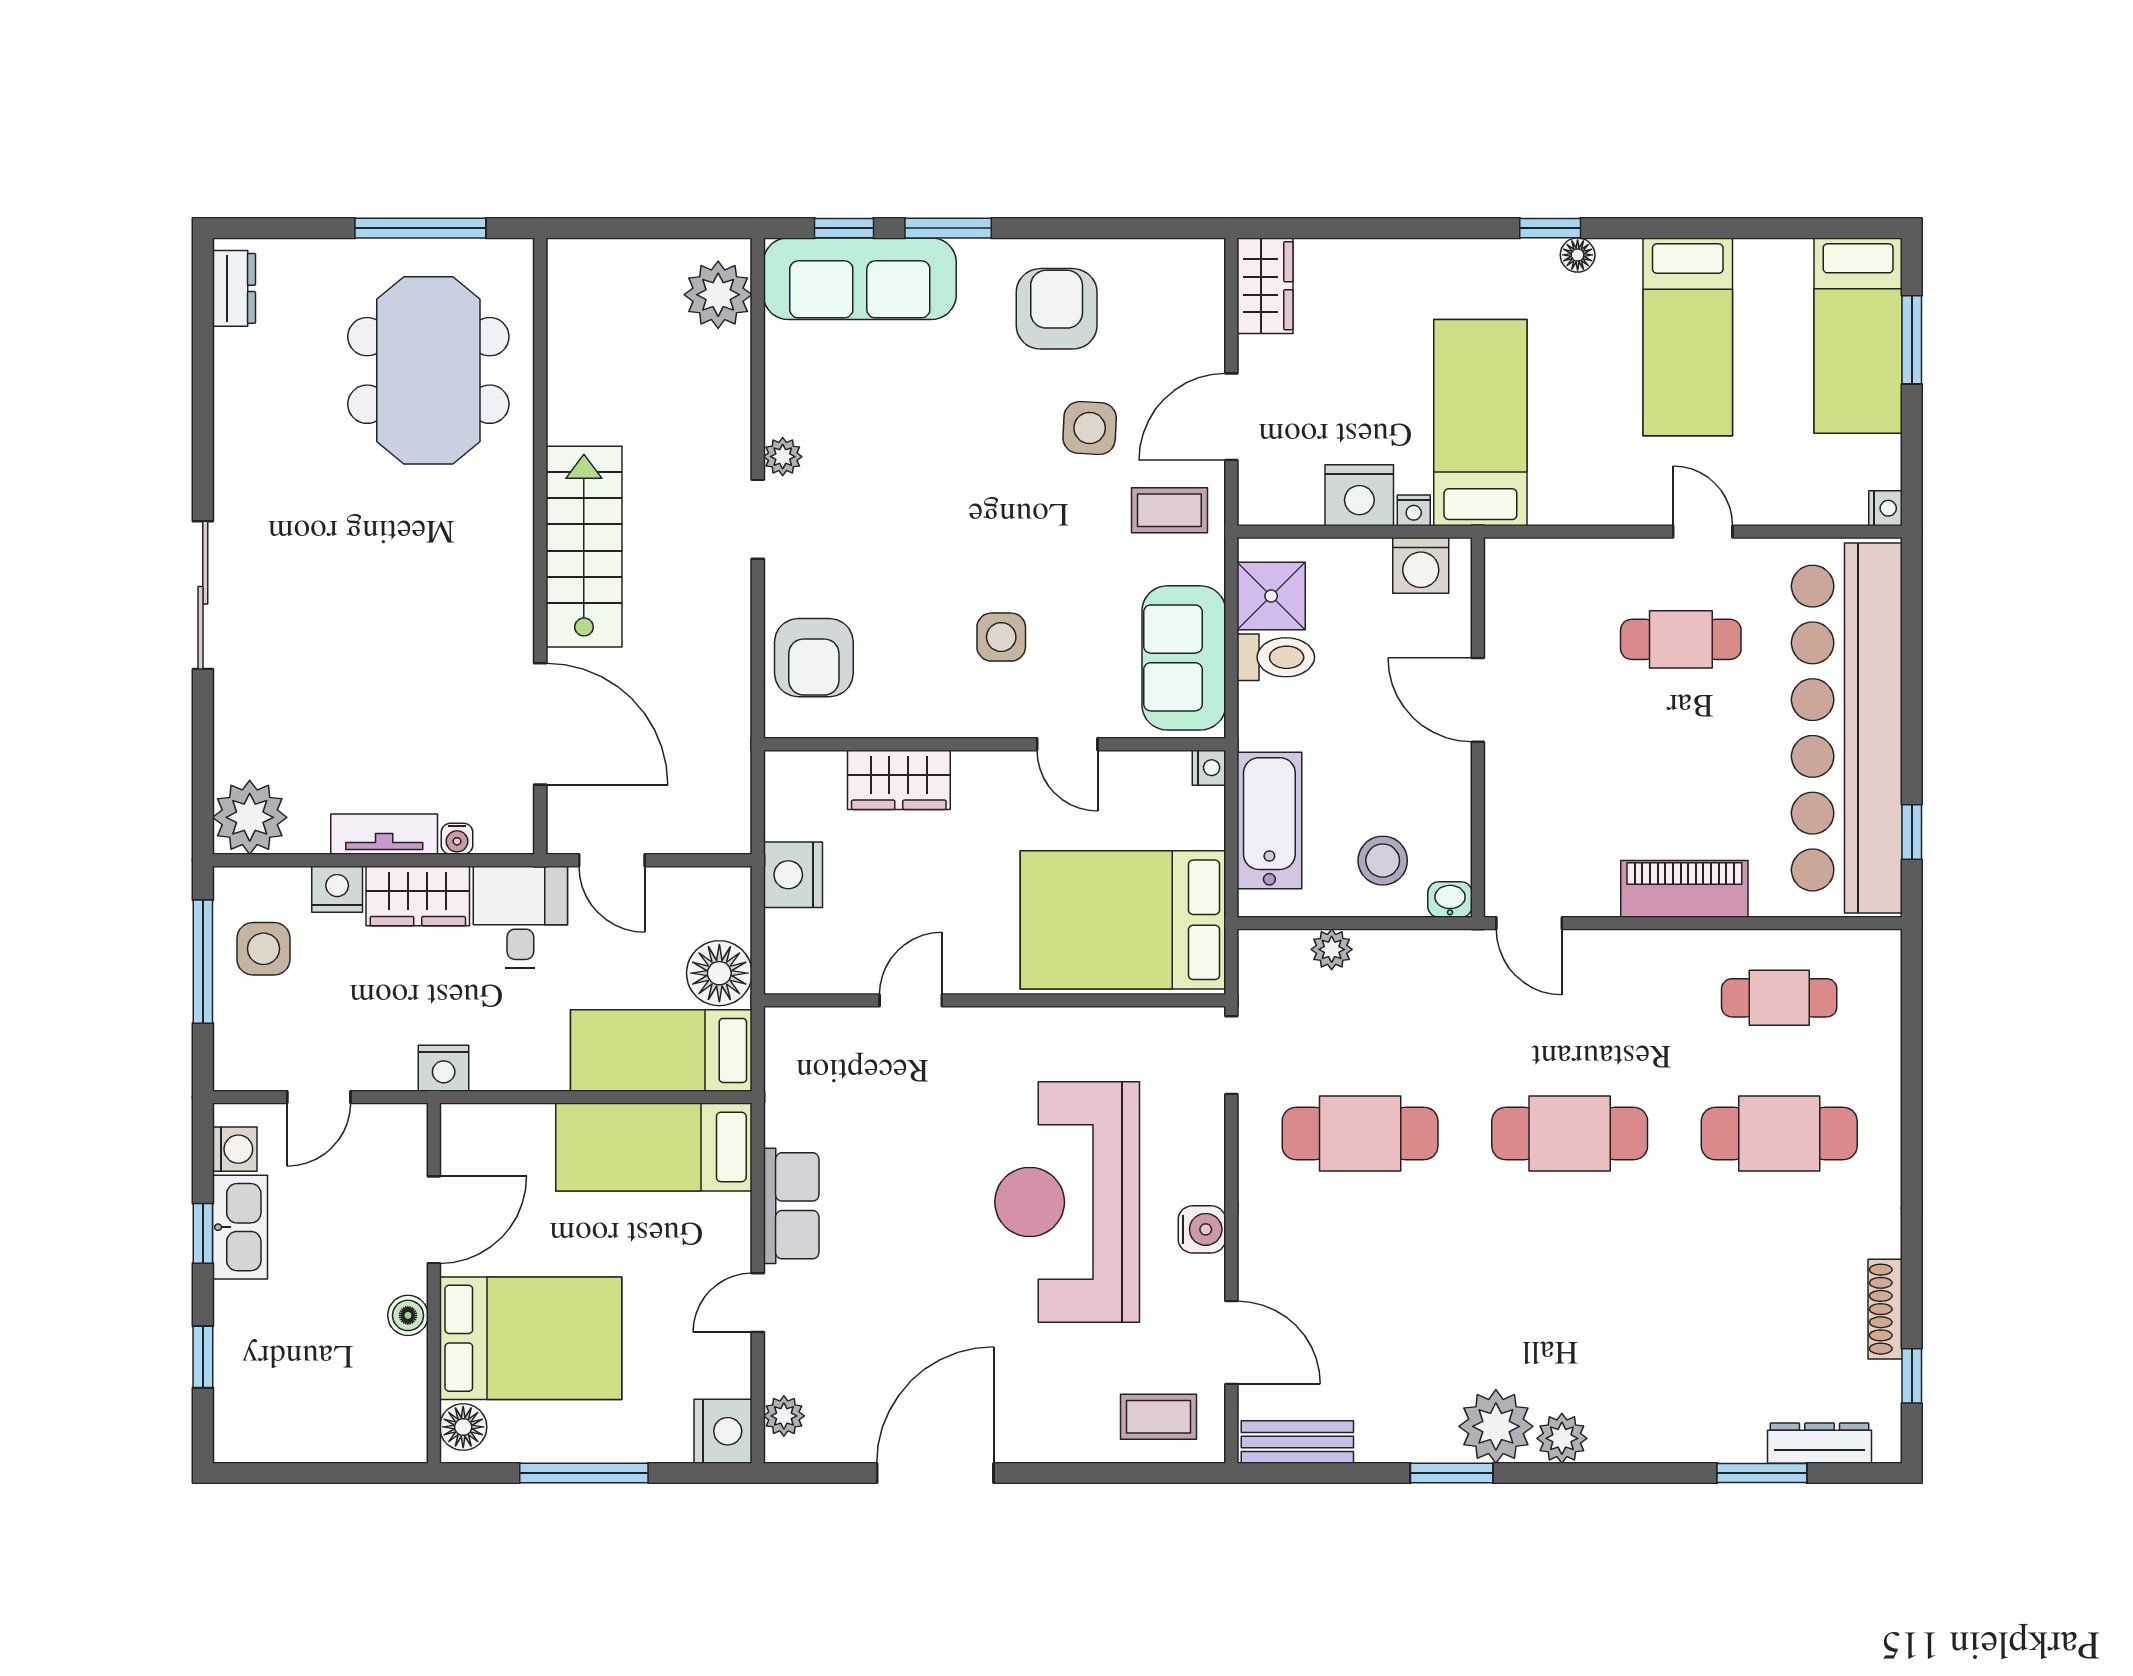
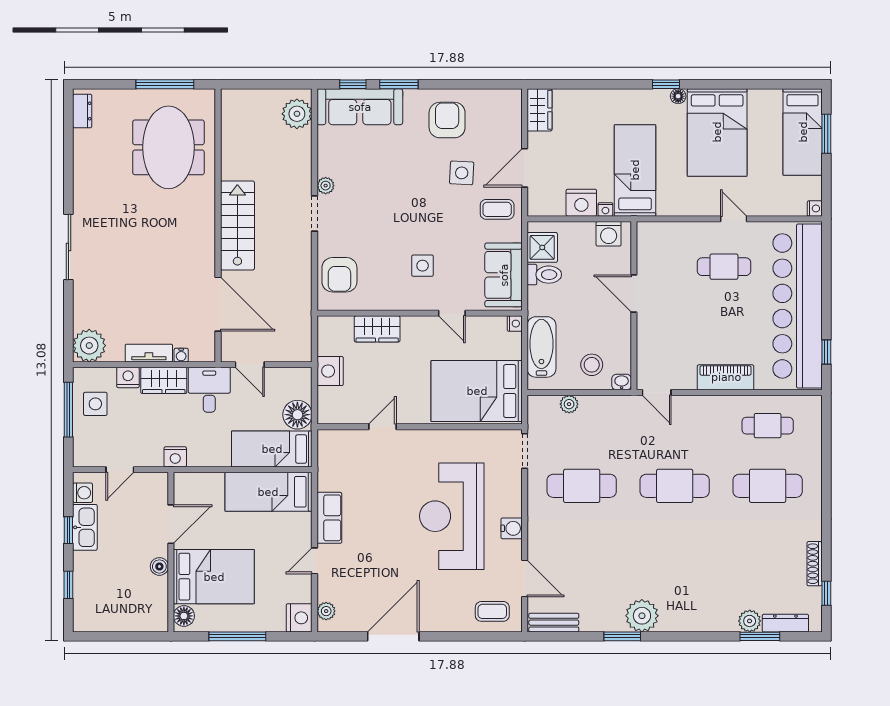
bed: (1688, 337) -> (717, 132), width x1.50
plant: (1562, 1438) -> (750, 621), moved

